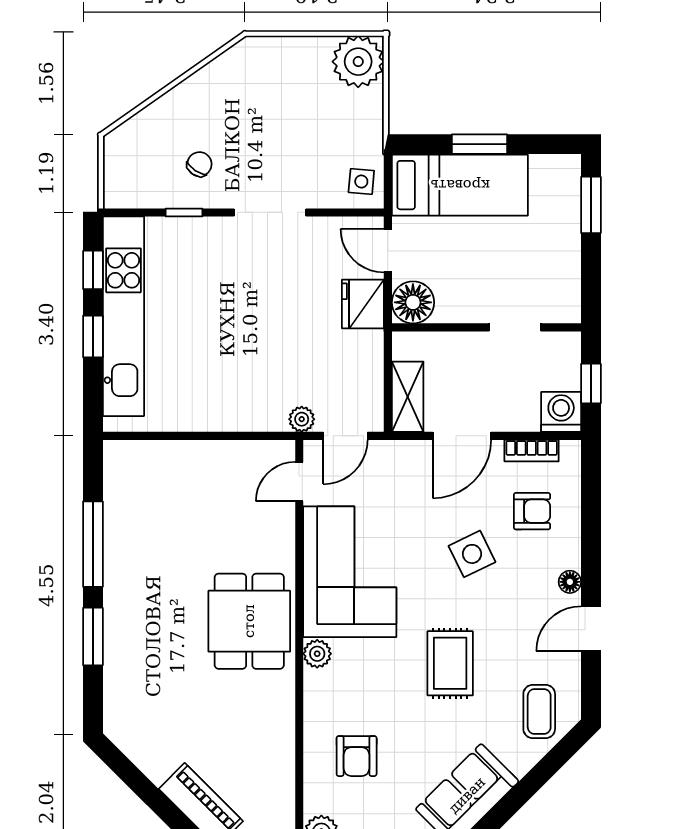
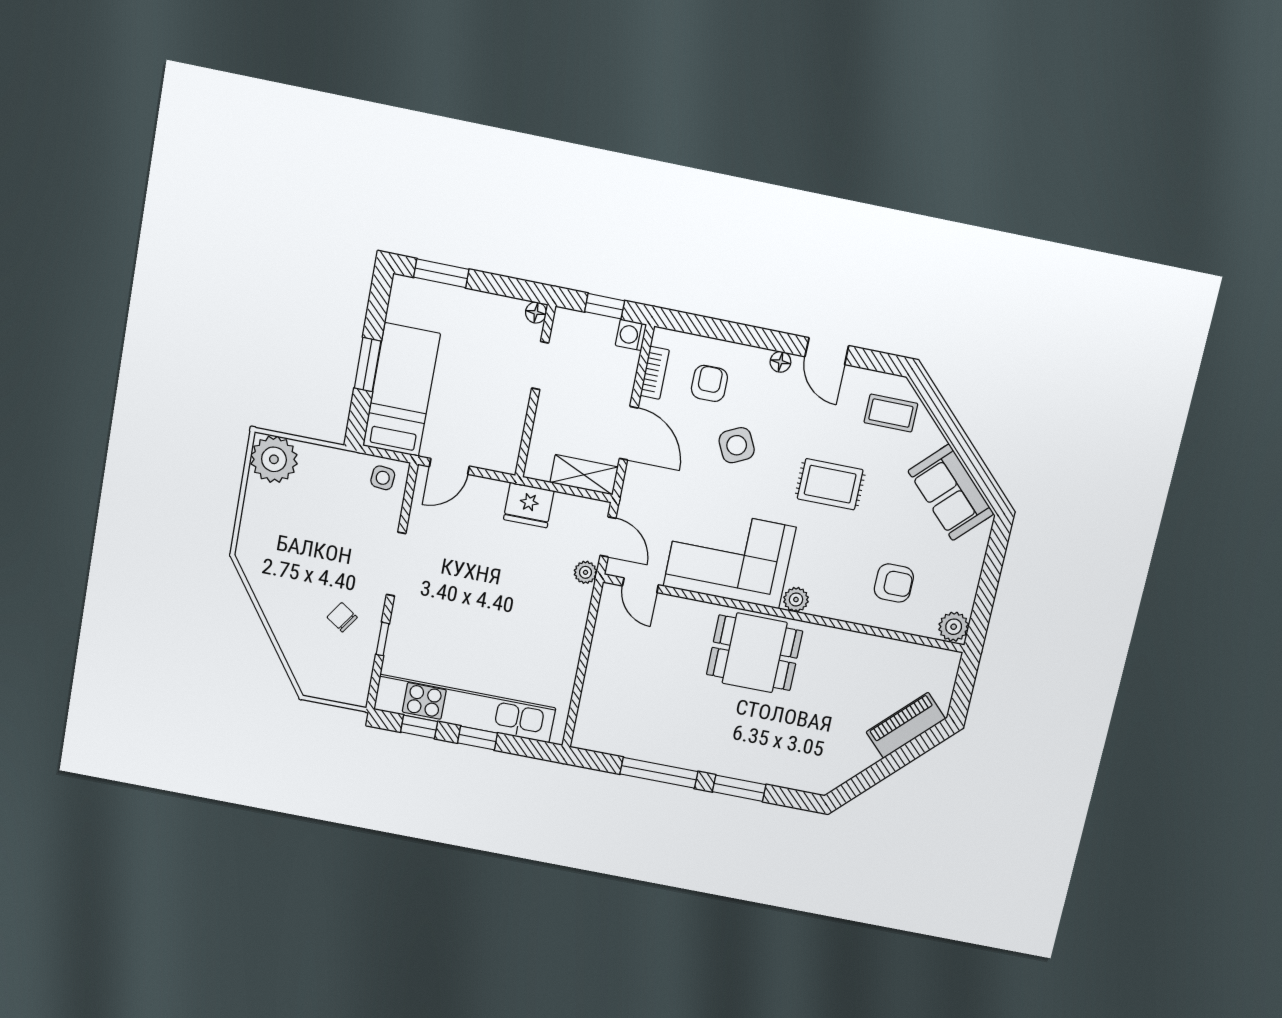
floor lamp: (413, 302) -> (536, 313), moved, width x0.53, depth x0.53
fridge: (363, 304) -> (529, 505), moved
washing machine: (561, 412) -> (631, 335), width x0.73, depth x0.73

